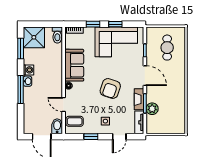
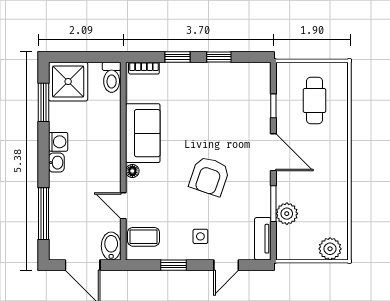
corner sofa: (116, 42) -> (221, 90), removed
window: (21, 89) -> (44, 214), moved
fireplace: (139, 99) -> (263, 196), removed
plant: (176, 128) -> (330, 249), added

